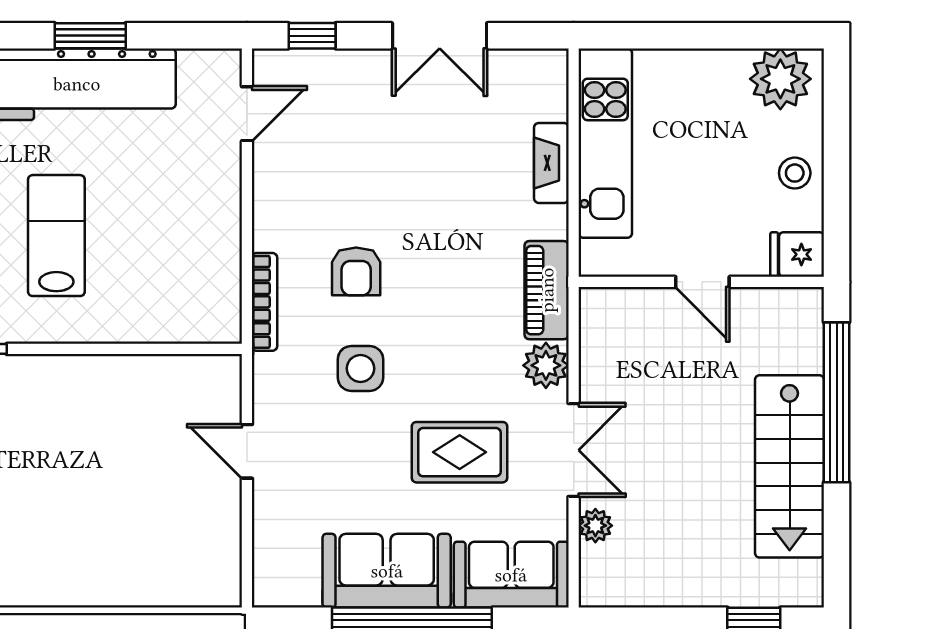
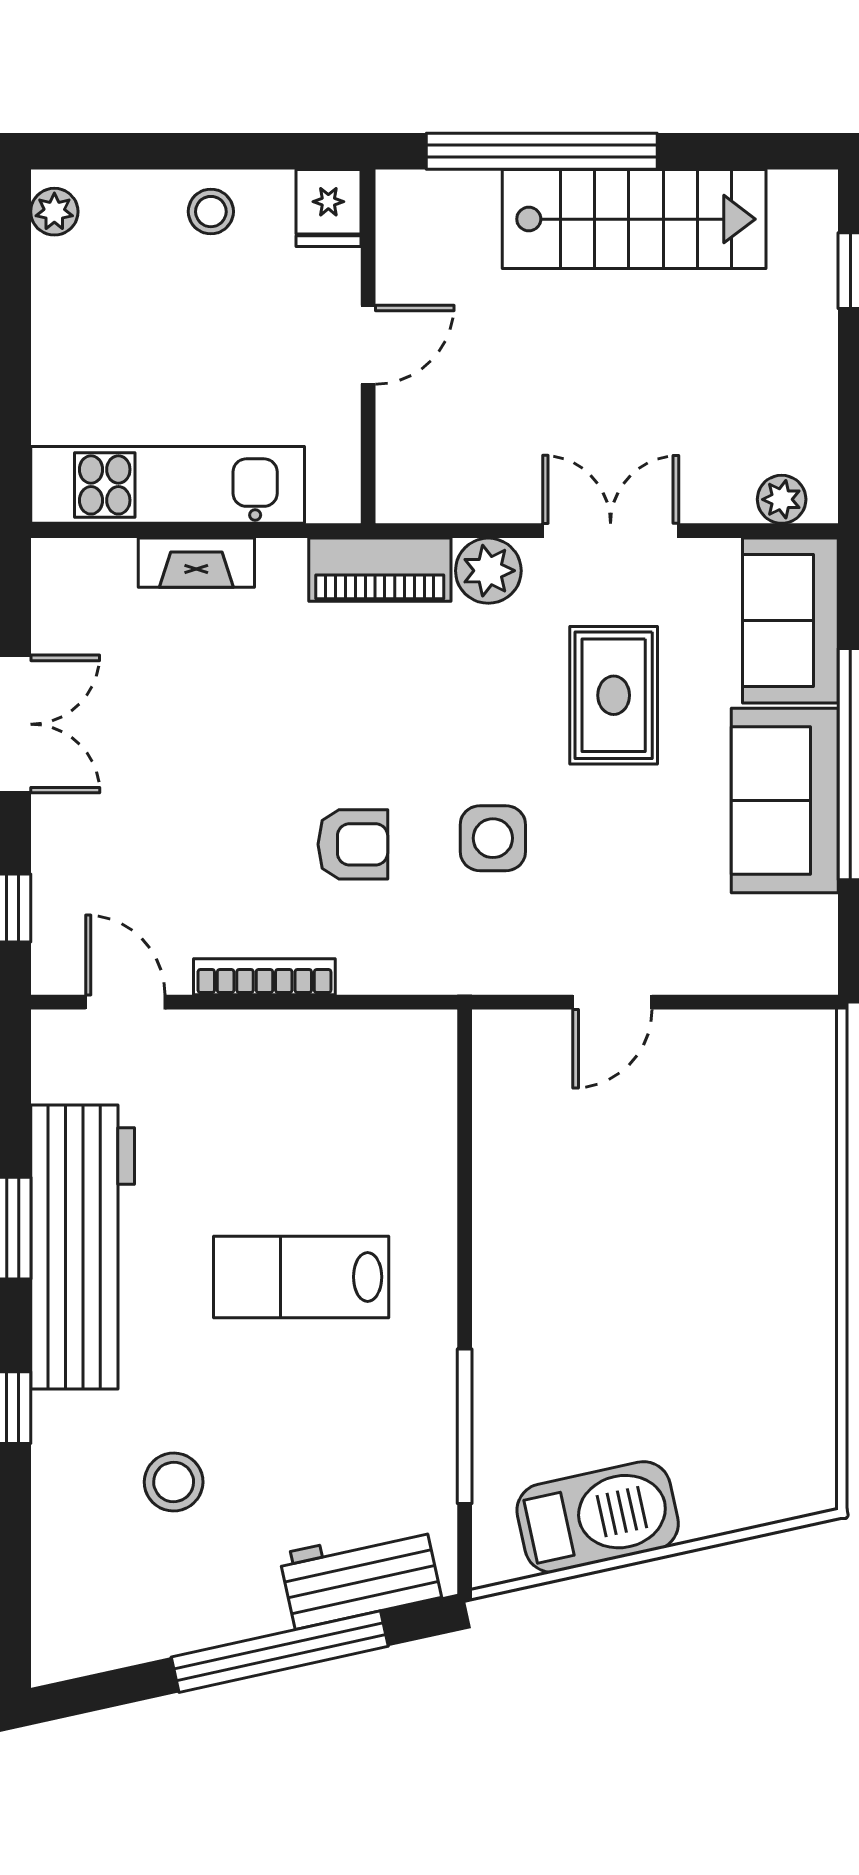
plant: (780, 79) -> (54, 212), width x0.53, depth x0.53
bookcase: (264, 302) -> (264, 977), moved
plant: (595, 526) -> (782, 499), moved

